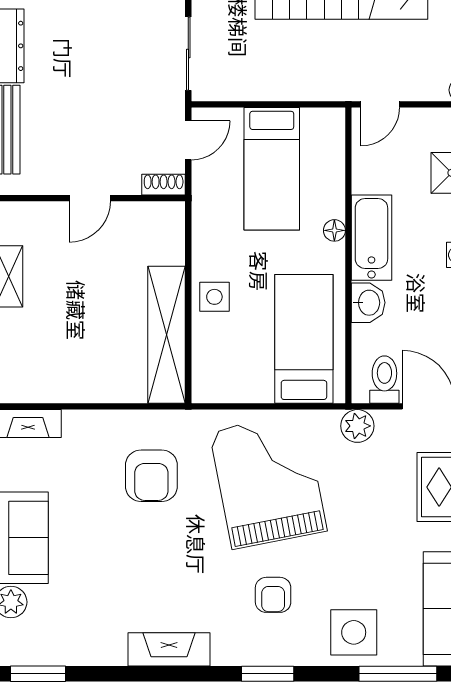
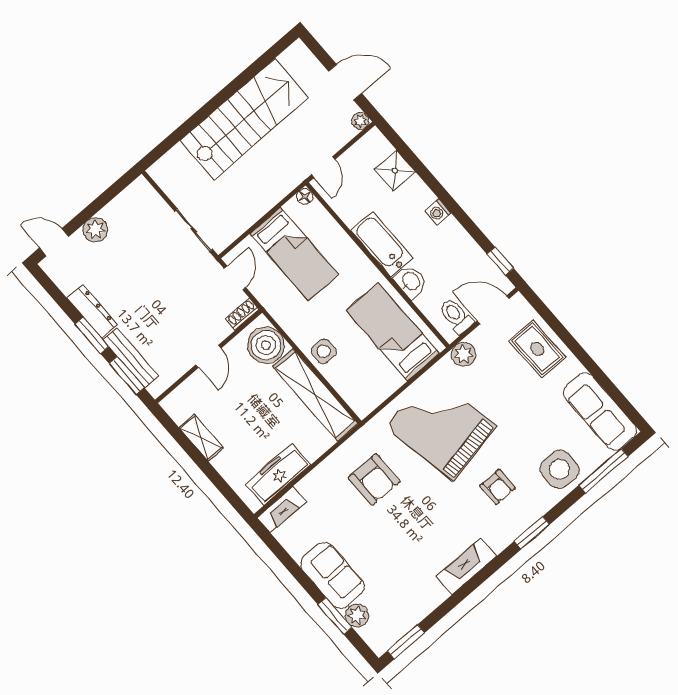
floor lamp: (334, 230) -> (305, 196), moved
boiler: (160, 238) -> (266, 345), added
freezer: (56, 384) -> (278, 474), added

